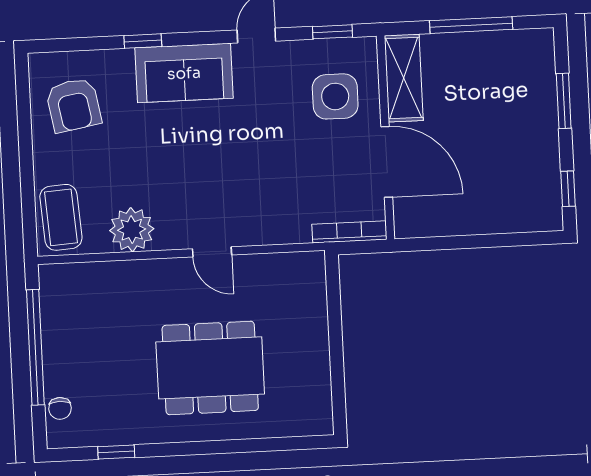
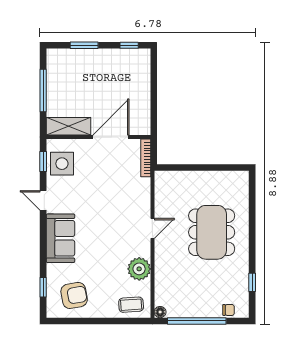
window: (143, 41) -> (43, 287), moved
side table: (335, 96) -> (62, 164), moved
coffee table: (61, 217) -> (131, 305), width x0.73, depth x0.77
floor lamp: (49, 275) -> (160, 312), added

